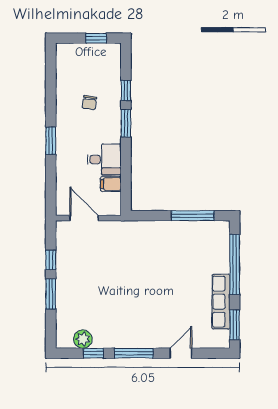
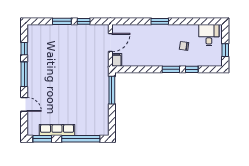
desk: (104, 160) -> (209, 35), moved, turned 180
filing cabinet: (111, 184) -> (117, 60), moved
window: (193, 216) -> (112, 90), moved
plant: (83, 339) -> (33, 42), removed

